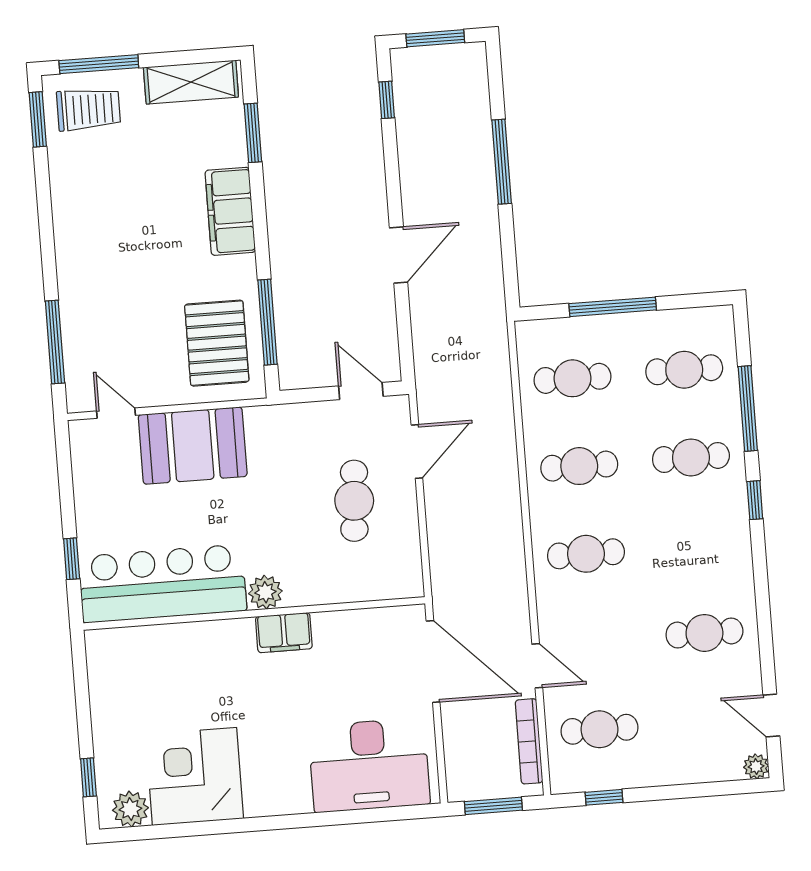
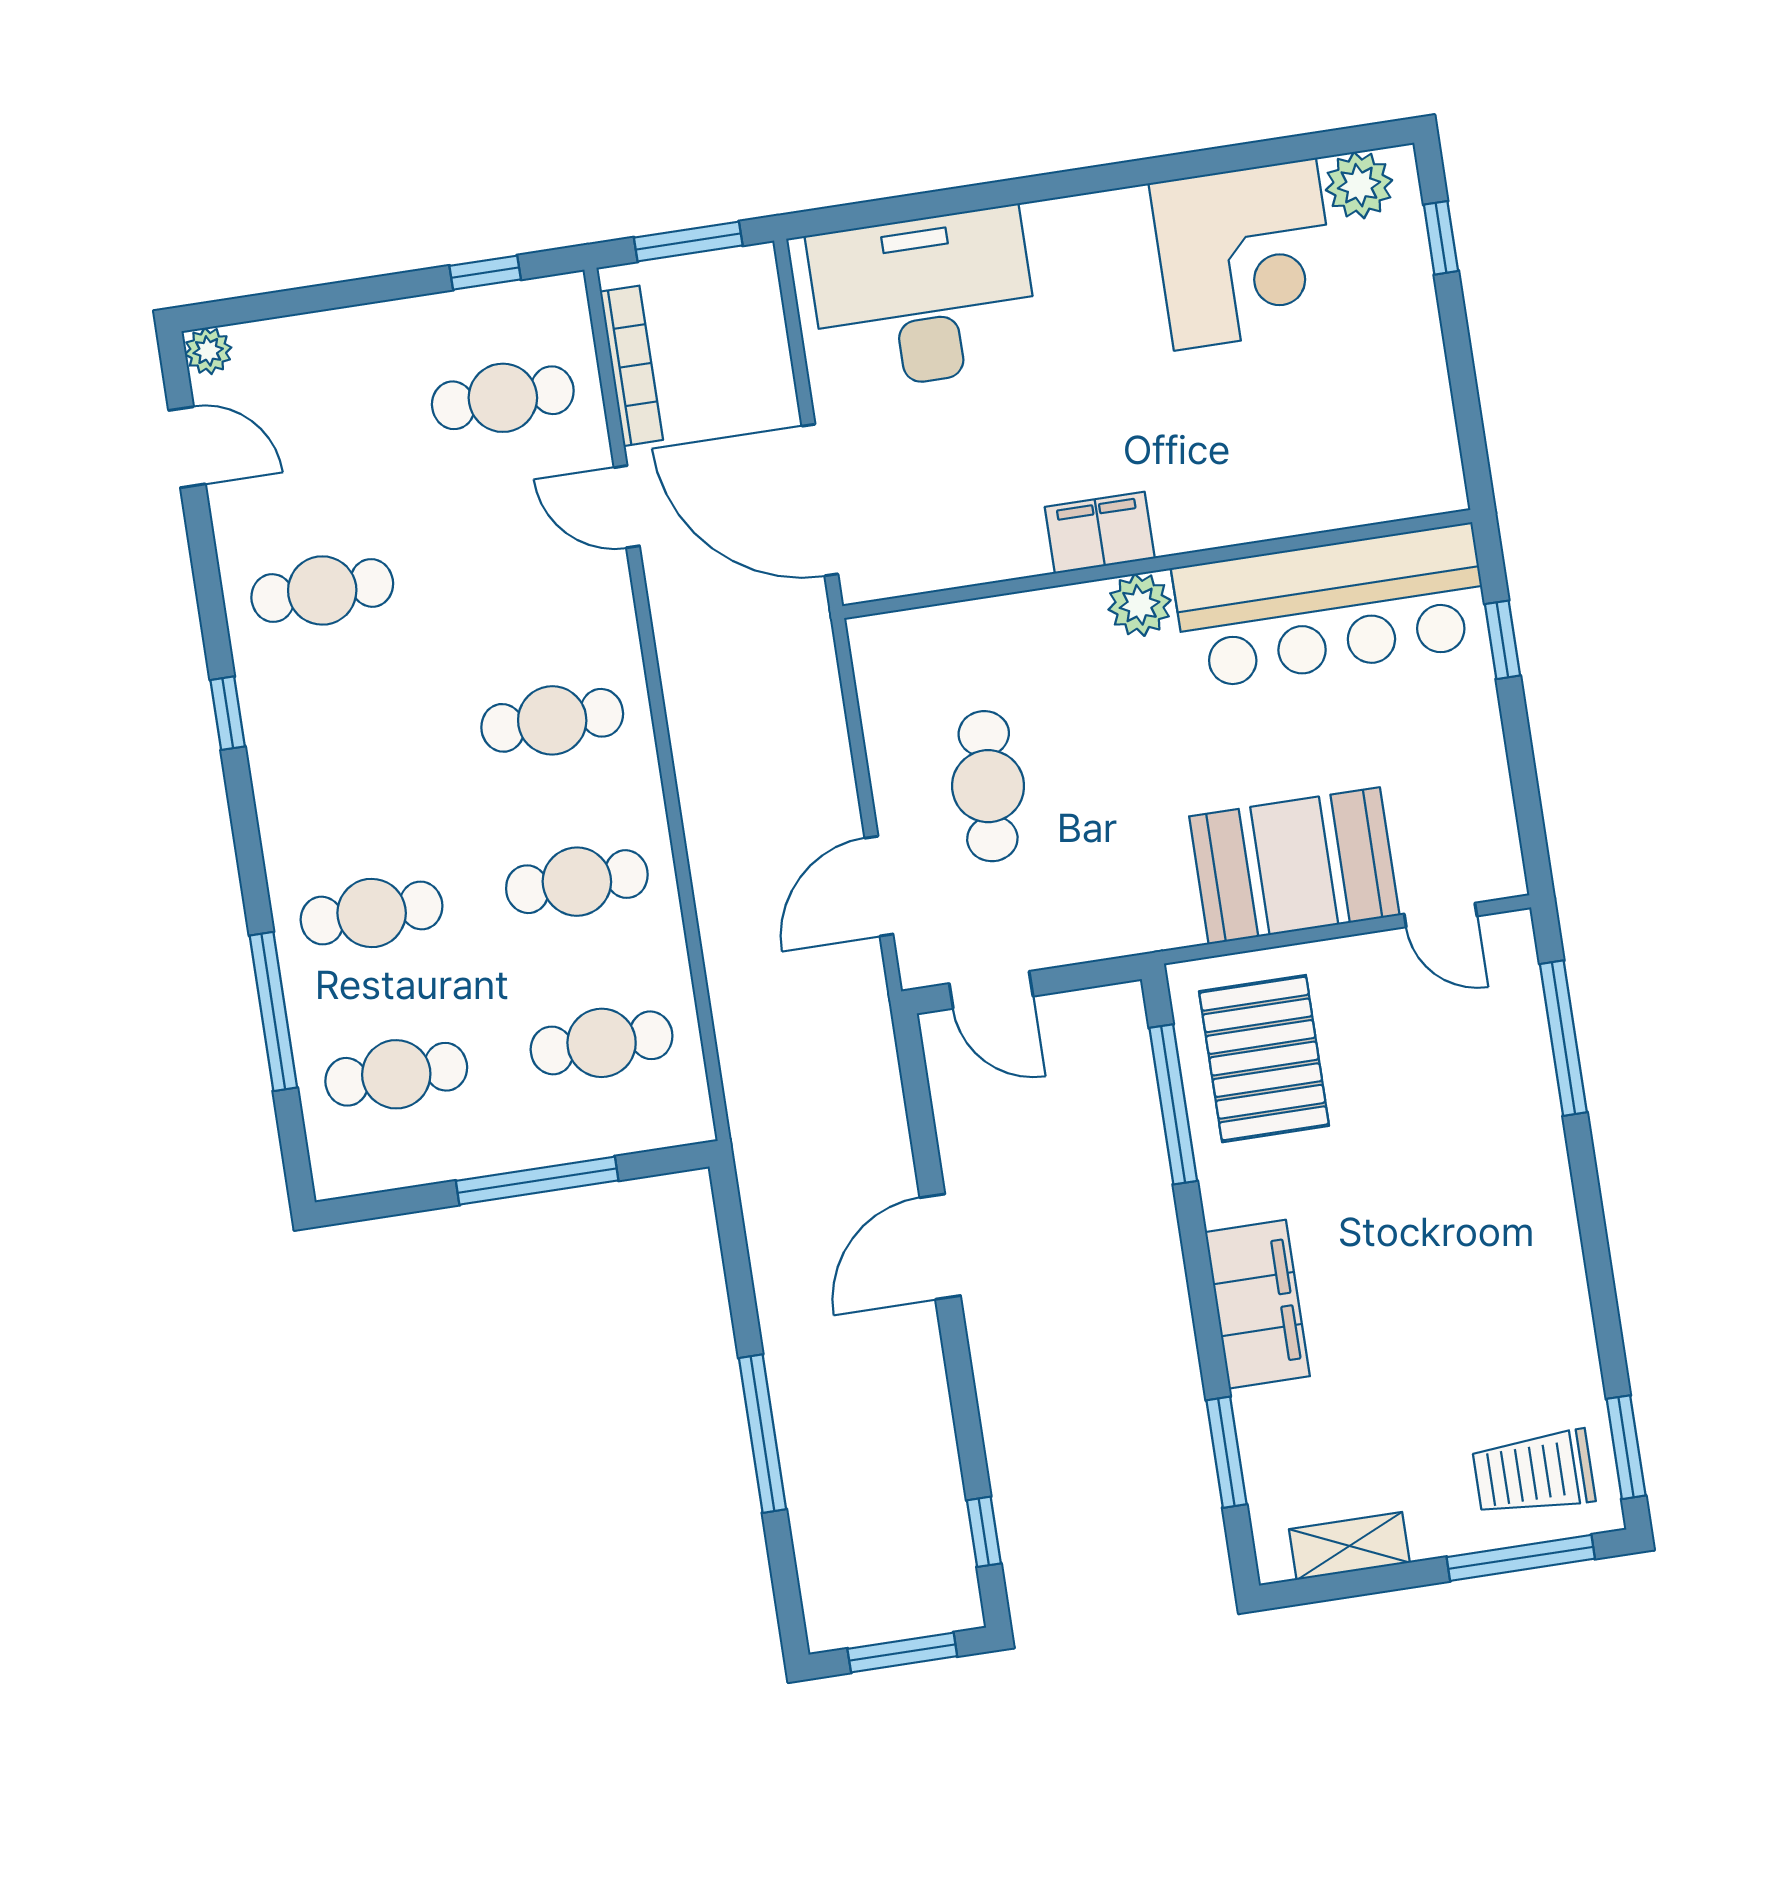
shelving: (191, 82) -> (1349, 1546), width x0.67, depth x0.75
window: (755, 500) -> (228, 713), moved

